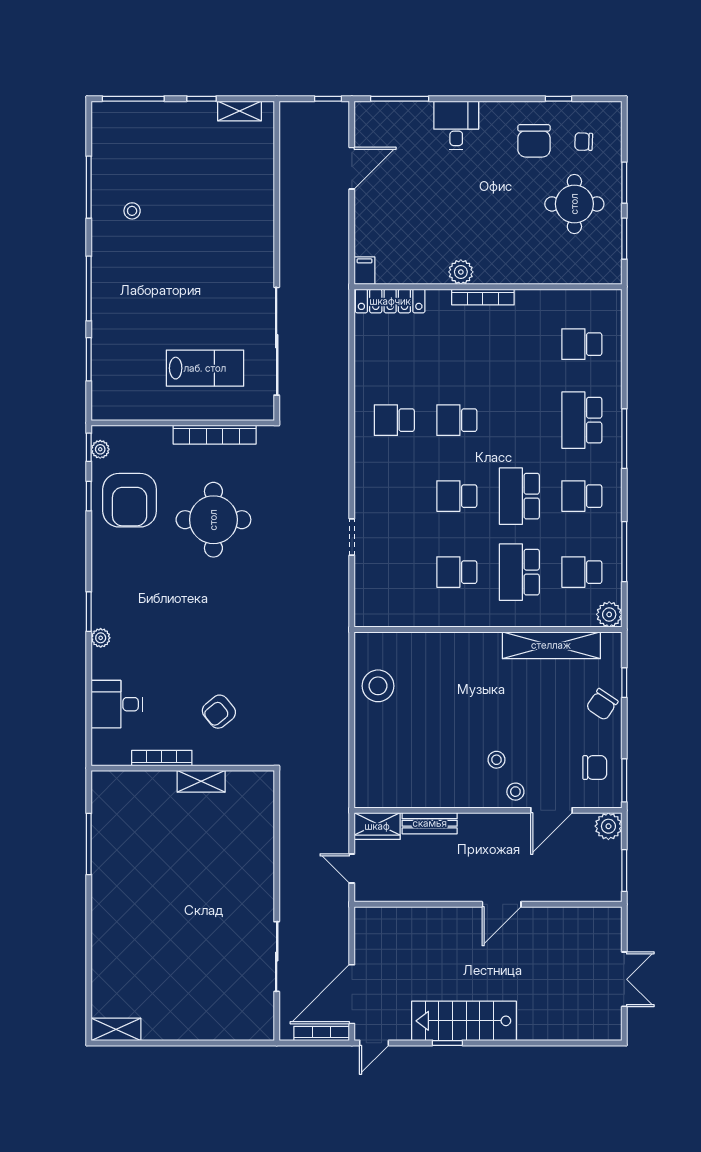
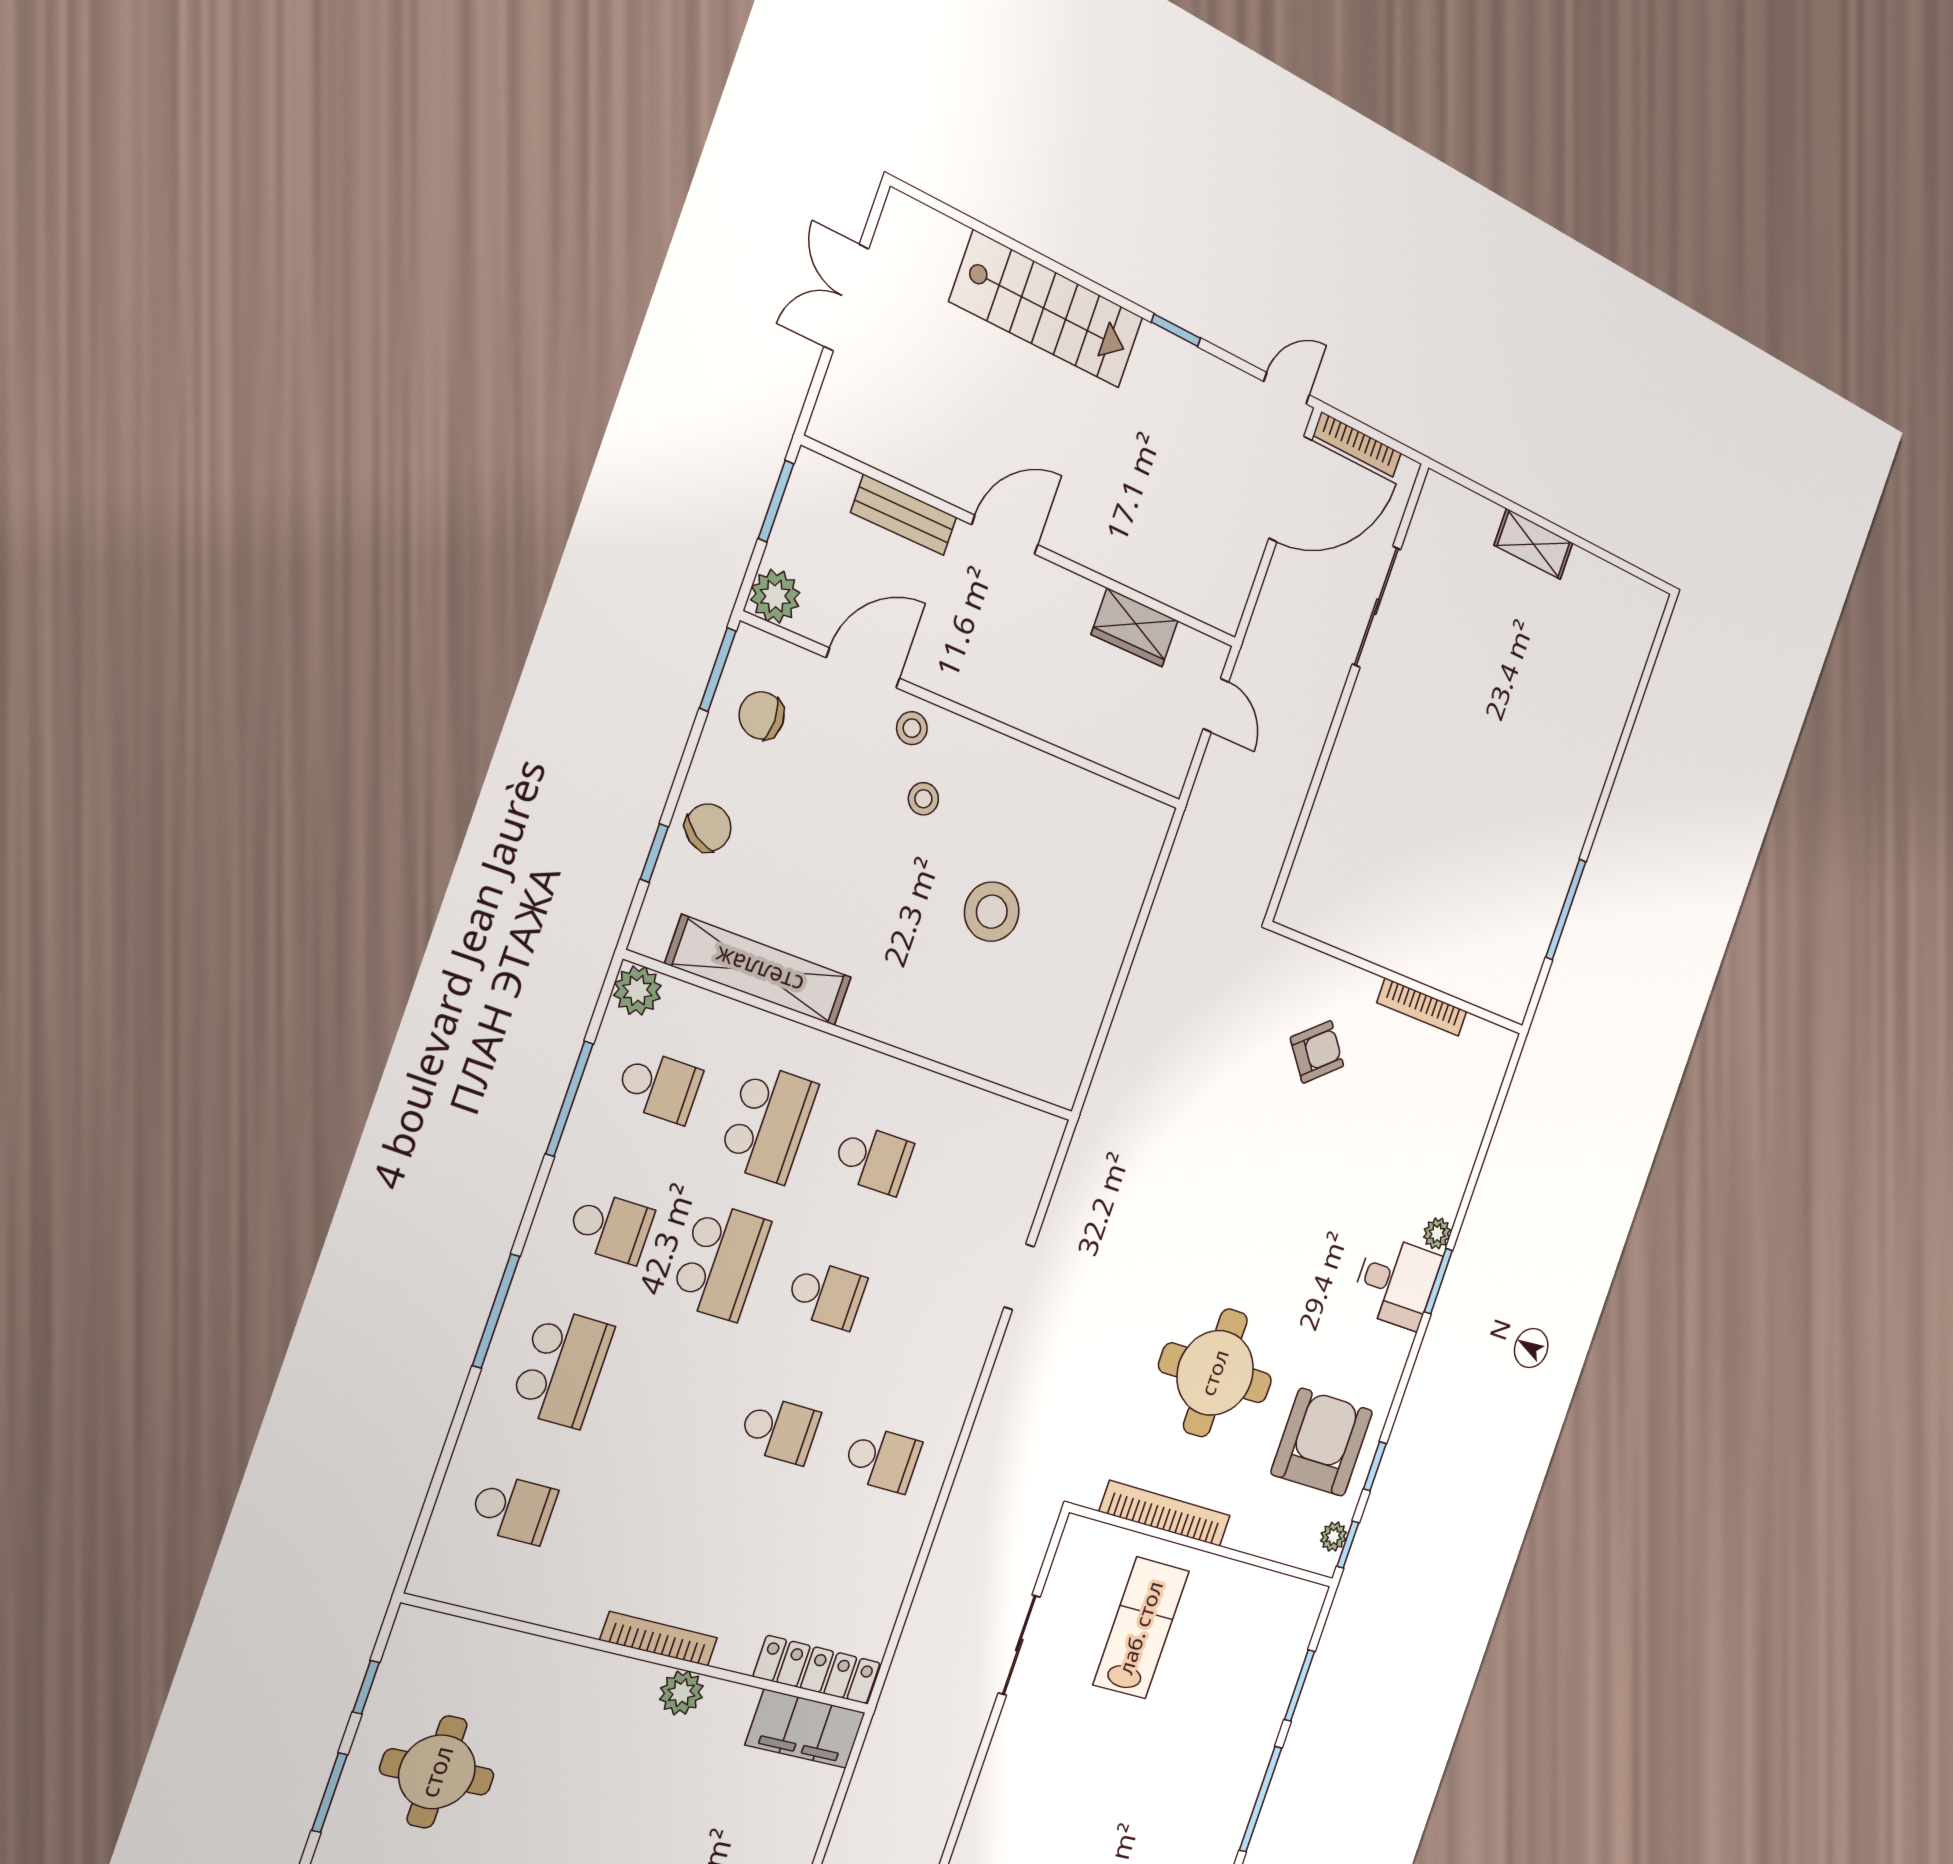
window: (624, 239) -> (366, 1687), width x0.67
filing cabinet: (365, 271) -> (805, 1729), width x3.00, depth x1.17
sliding door: (277, 341) -> (1019, 1645), width x0.54
lab bench: (205, 368) -> (1141, 1628), turned 90
stool: (378, 686) -> (992, 912), moved
desk: (117, 704) -> (1396, 1282), moved
shelving: (201, 781) -> (1381, 947), removed
bench: (430, 823) -> (904, 515), moved
wardrobe: (377, 826) -> (1135, 628), moved, turned 180
stairs: (464, 1021) -> (1047, 310), moved
shelving: (116, 1029) -> (1534, 544), moved

